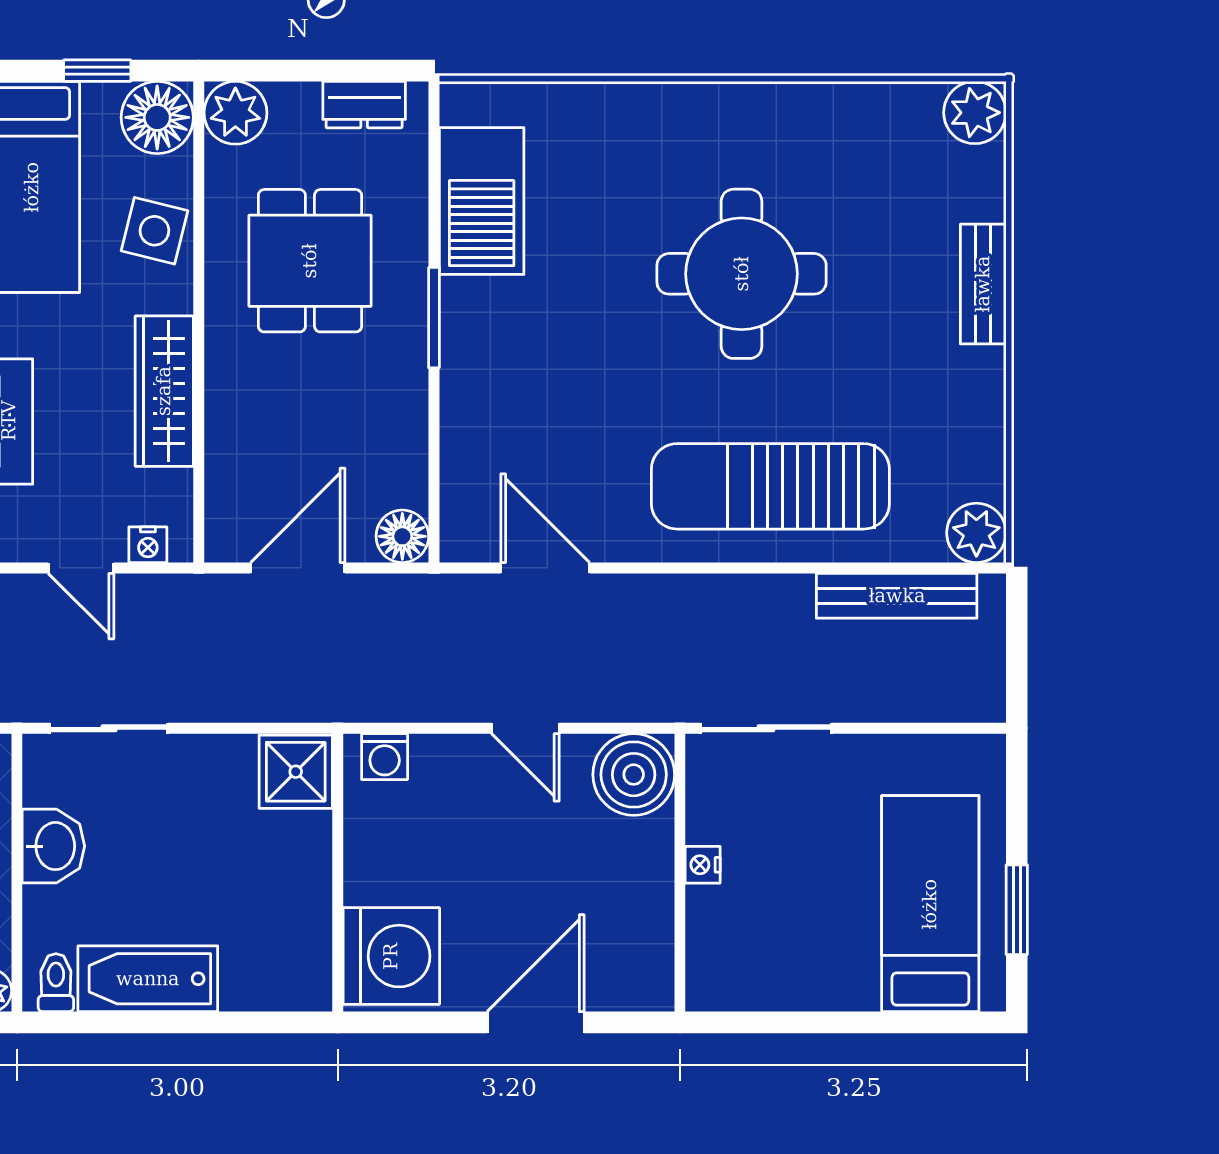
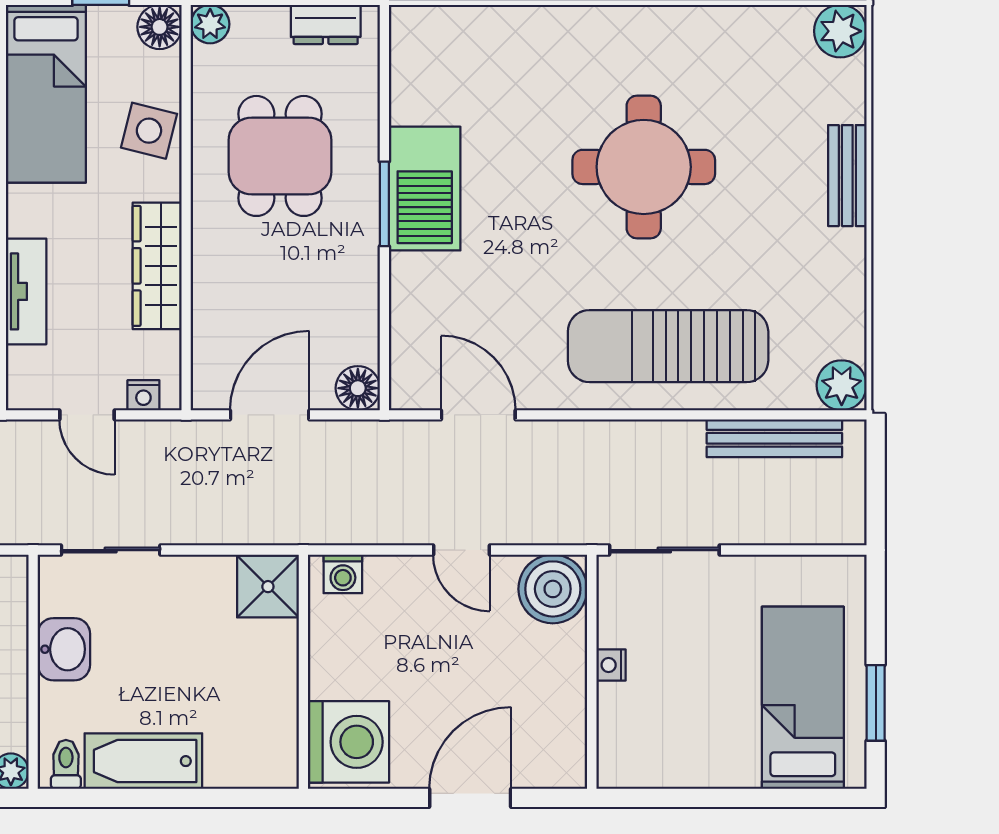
plant: (235, 113) -> (210, 24), width x0.73, depth x0.73
floor lamp: (157, 117) -> (160, 27), width x0.73, depth x0.73
barbecue: (482, 201) -> (425, 189), moved

